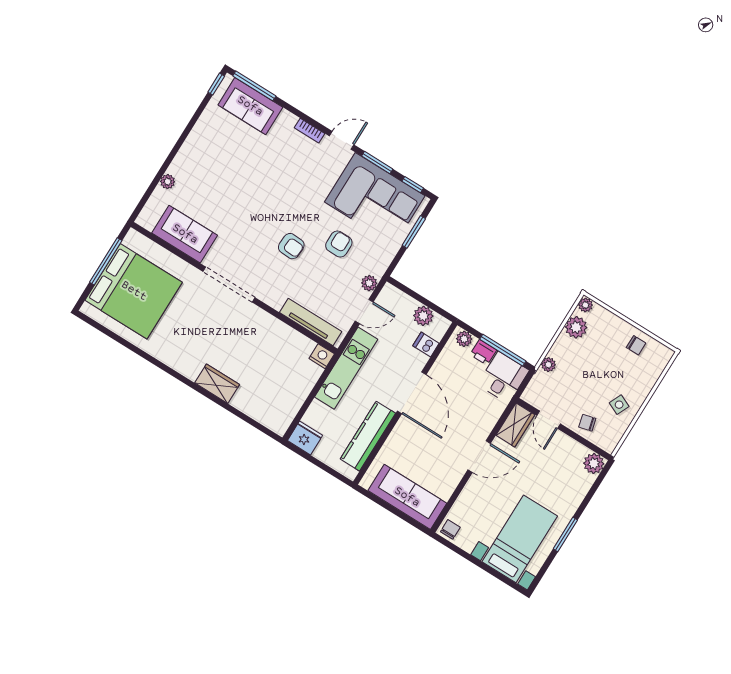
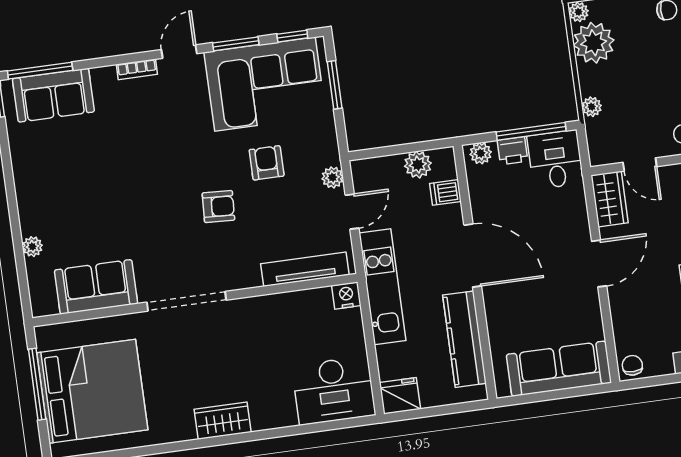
plant: (576, 327) -> (594, 43), width x1.36, depth x1.36
wardrobe: (217, 384) -> (223, 421), moved
desk: (270, 404) -> (334, 390), added

